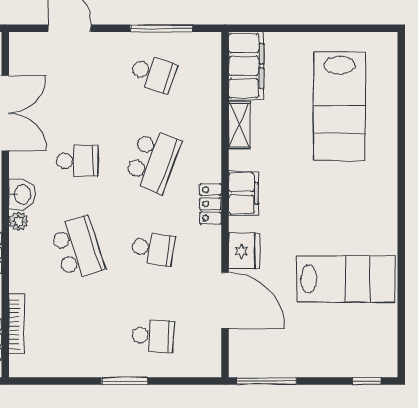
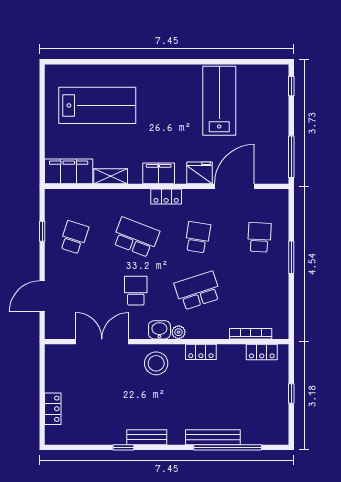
window: (161, 28) -> (42, 231), width x0.46

